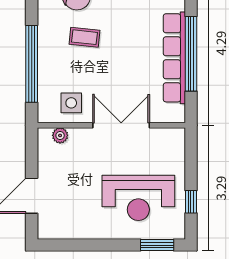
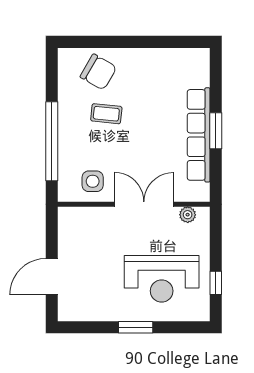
window: (191, 54) -> (216, 131), width x0.47
plant: (60, 135) -> (188, 215), moved
window: (157, 245) -> (136, 327), moved

